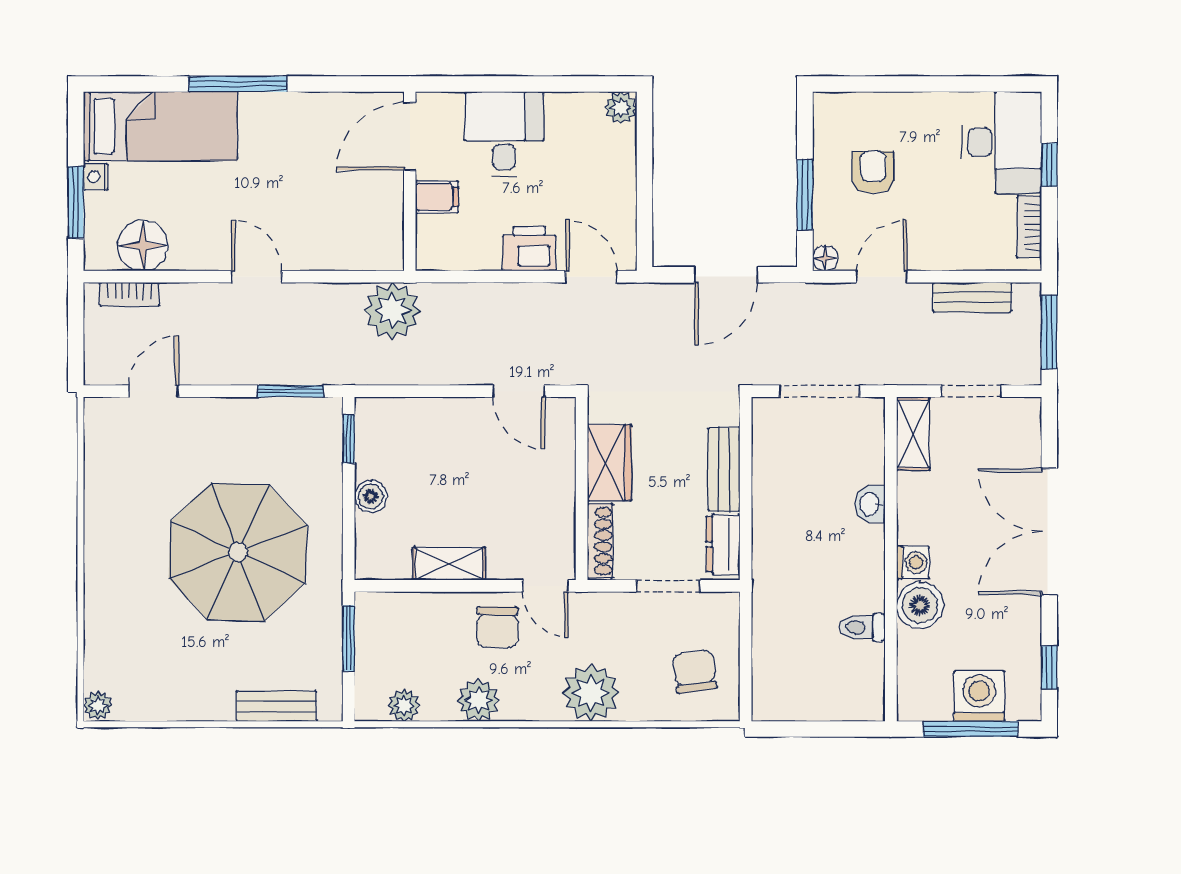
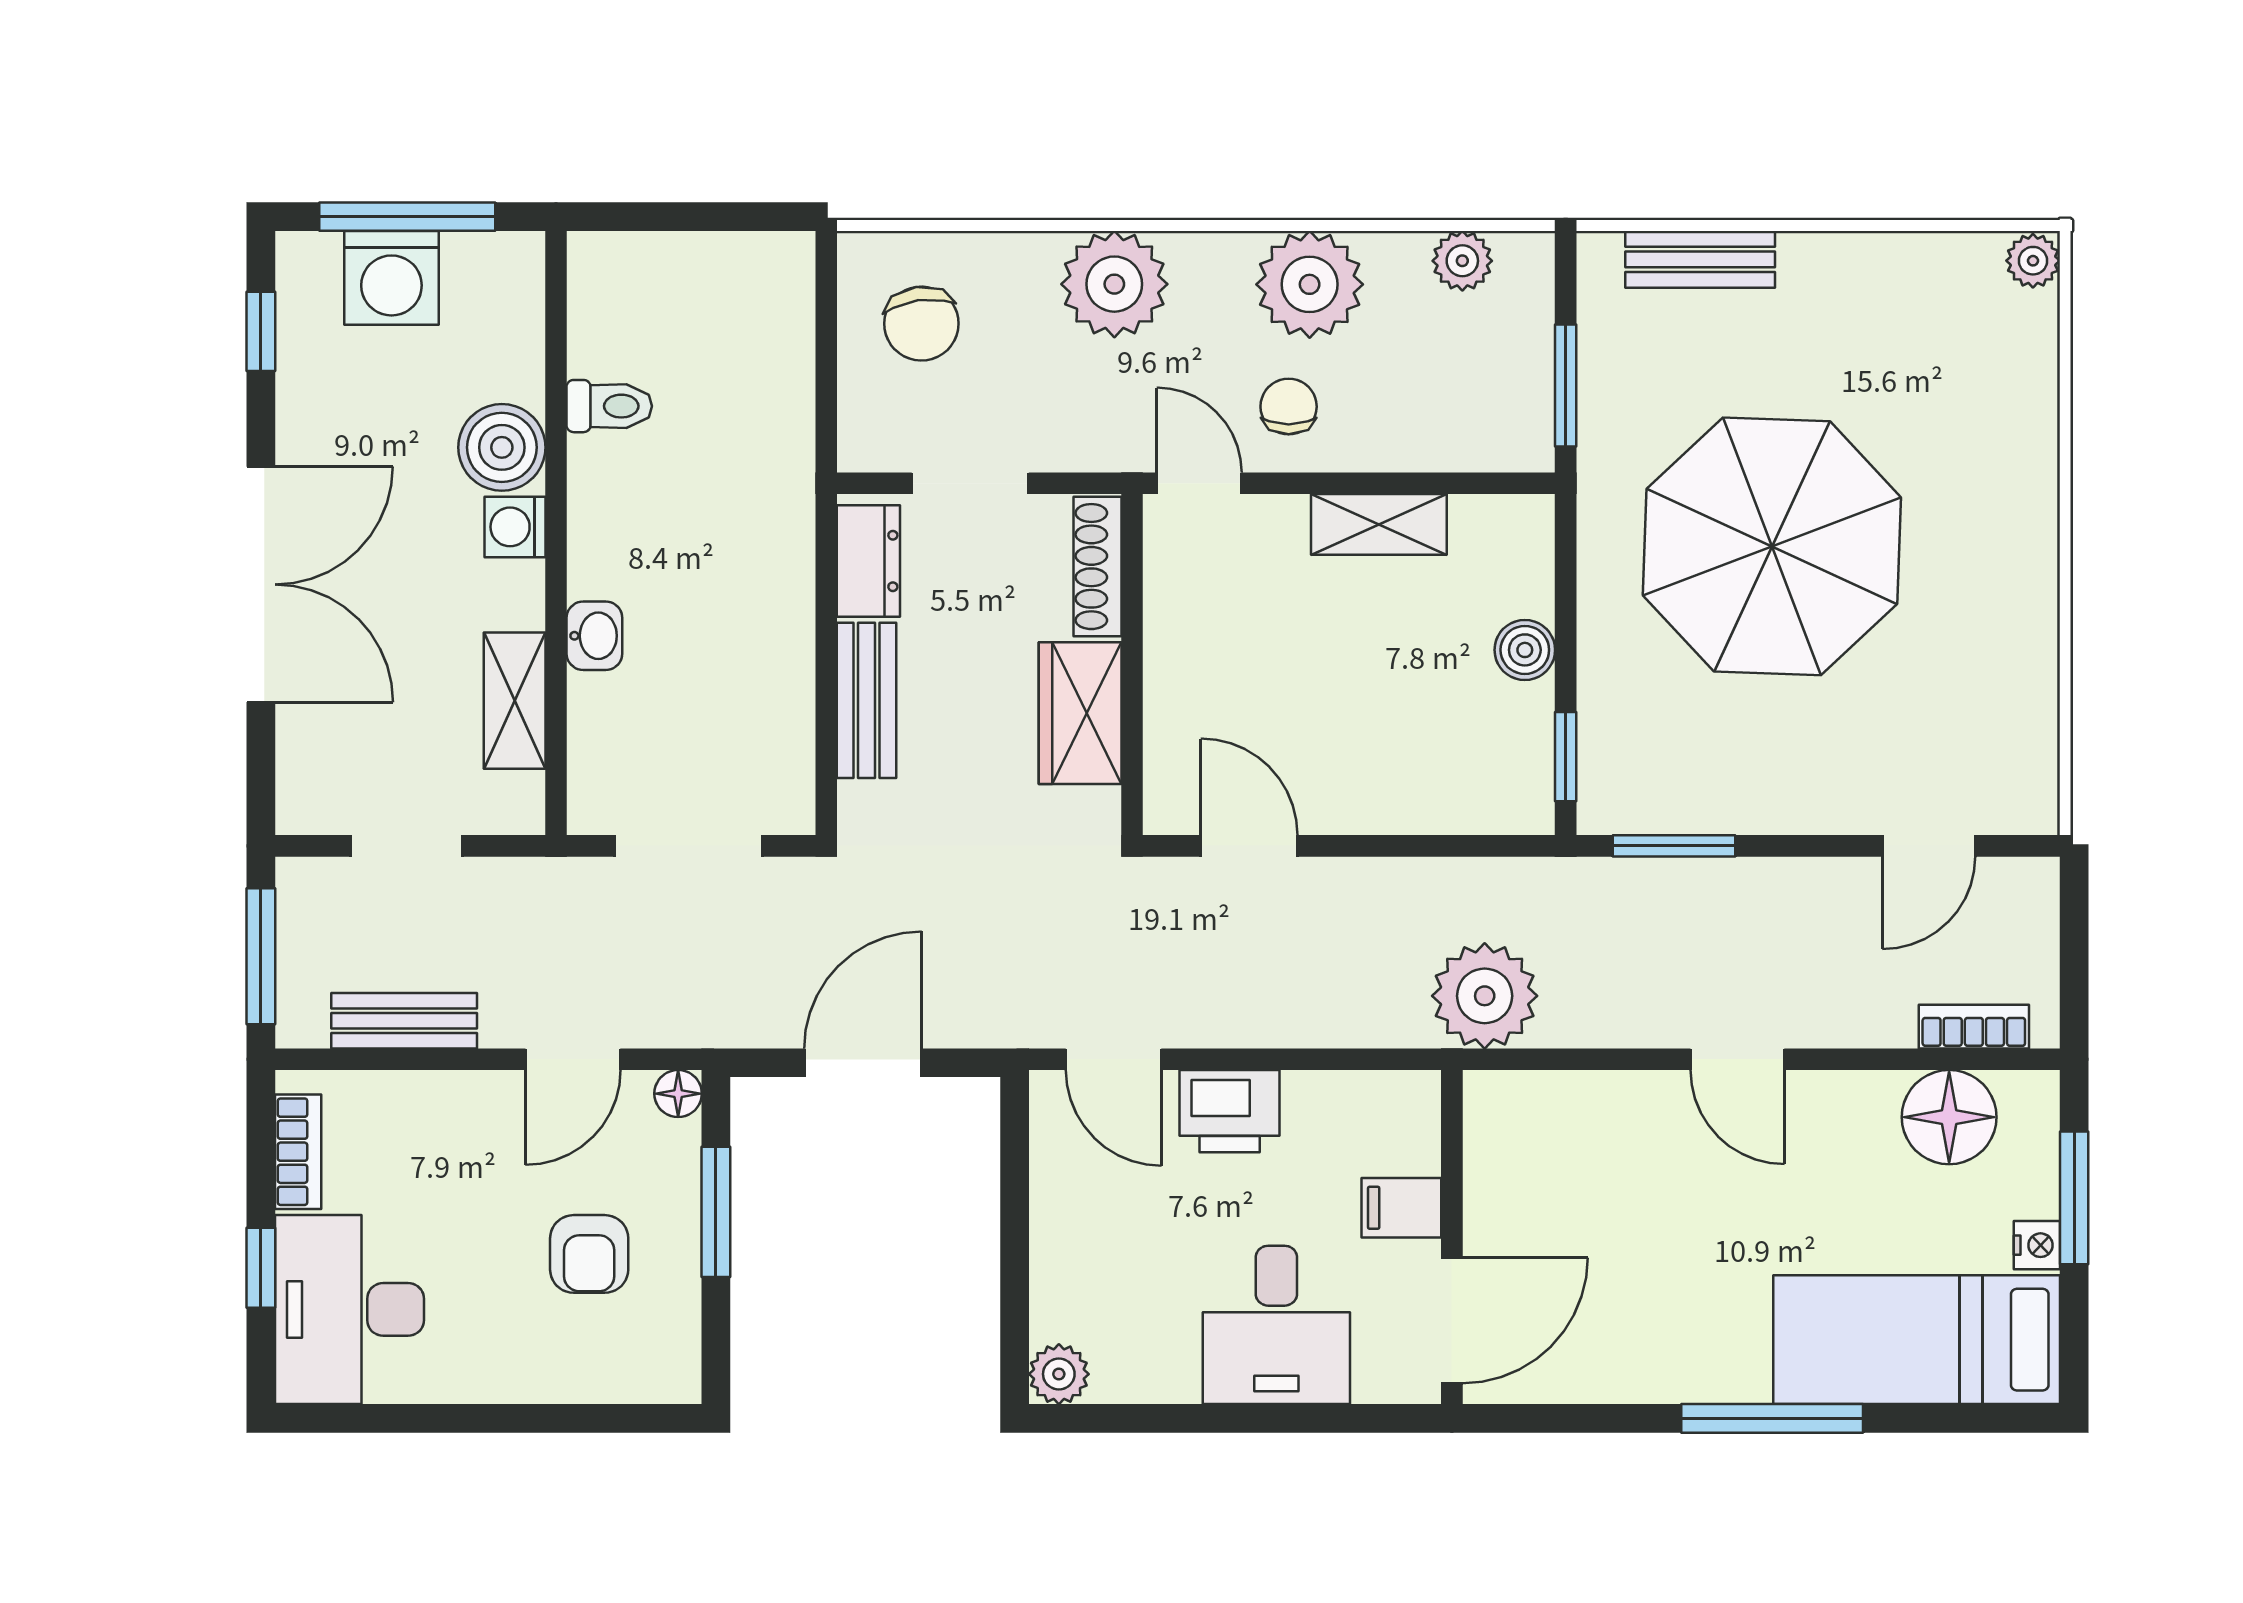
shelving: (913, 434) -> (515, 701), moved
chair: (497, 627) -> (1289, 407), width x0.73, depth x0.73
plant: (479, 700) -> (1310, 284), width x1.36, depth x1.36

